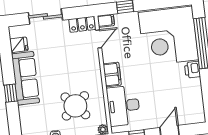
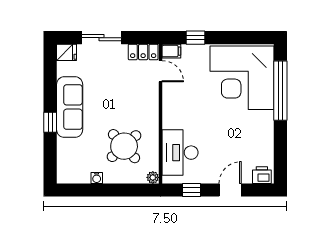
door: (99, 39) -> (160, 71), hinge flipped
fridge: (19, 45) -> (67, 52), moved
printer: (192, 70) -> (262, 175), moved, turned 90
filing cabinet: (112, 74) -> (171, 115), removed

